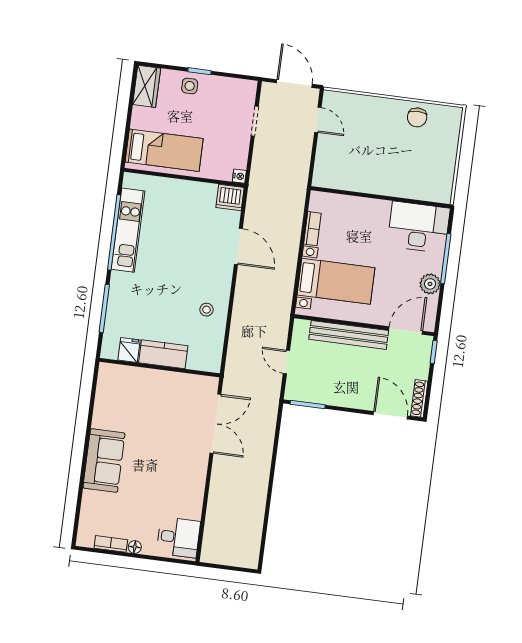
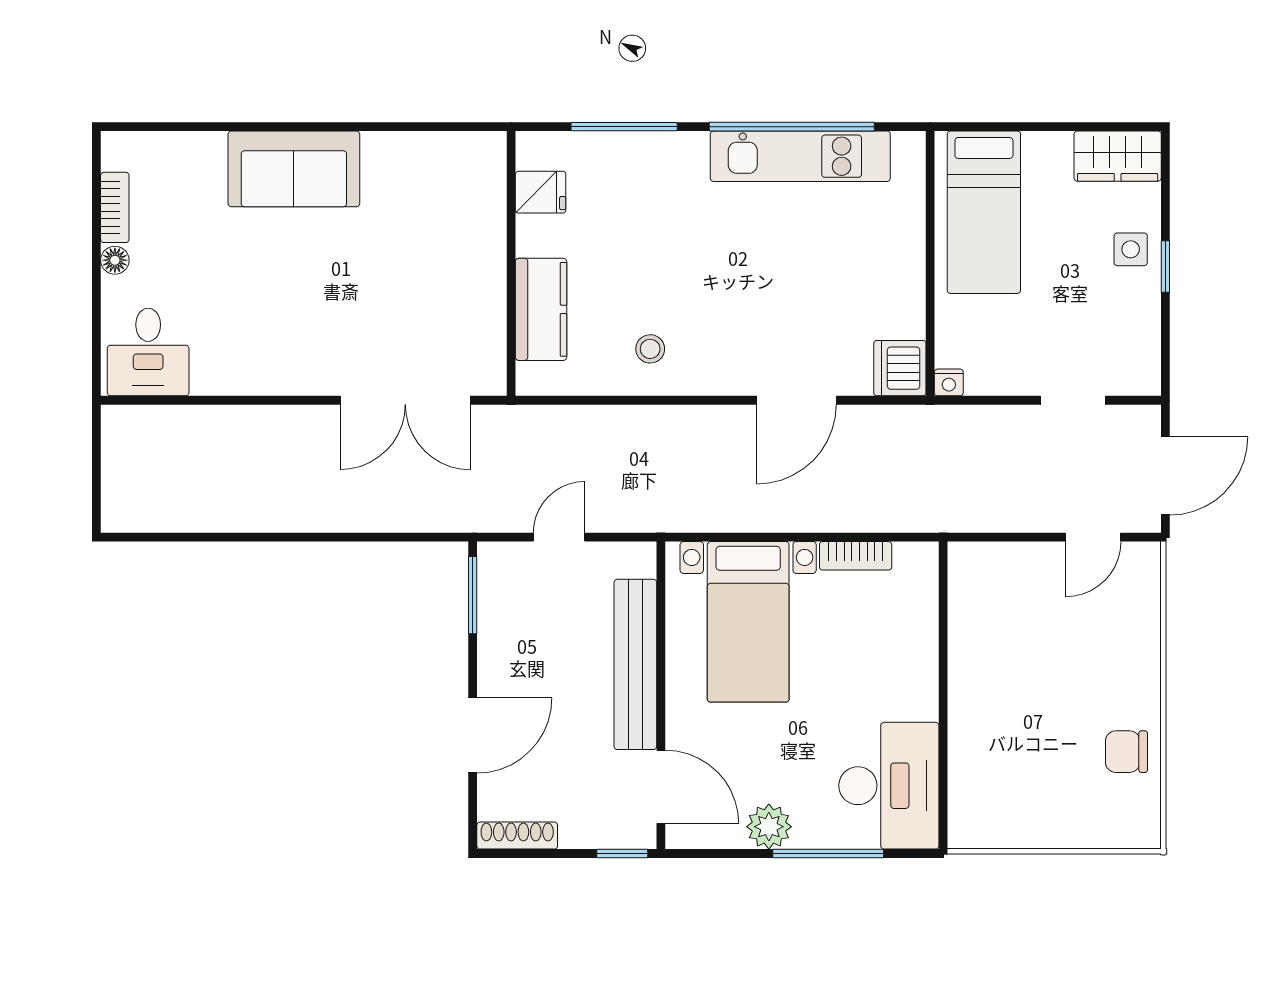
kitchen counter: (163, 354) -> (541, 309), moved
door: (390, 415) -> (473, 735), moved

